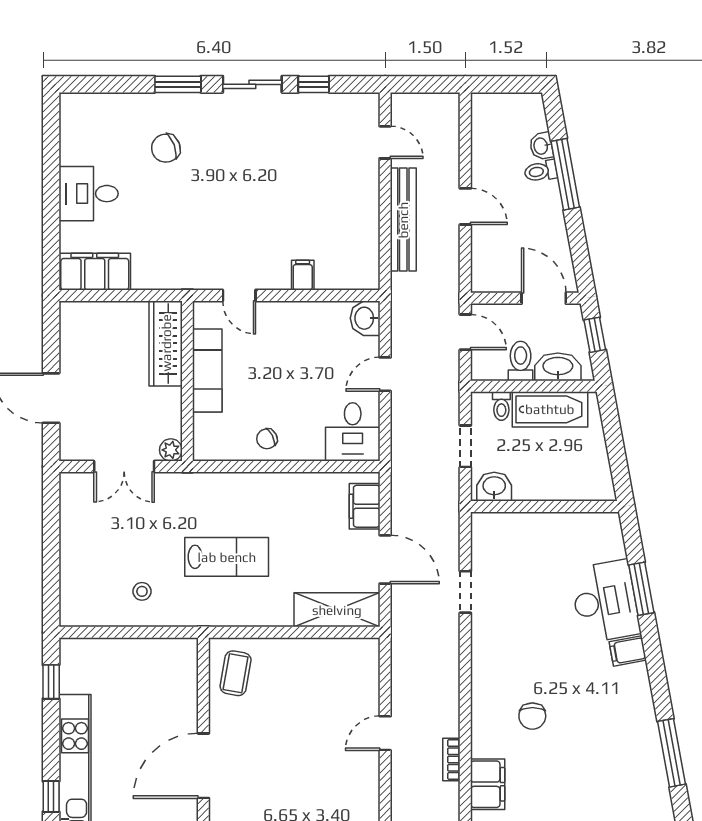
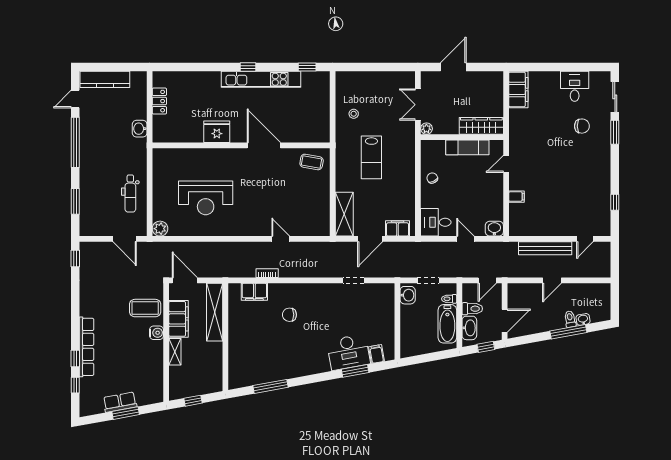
sliding door: (252, 84) -> (615, 97), moved
chair: (166, 148) -> (582, 126), turned 111
desk: (89, 194) -> (575, 86), moved
filing cabinet: (628, 651) -> (377, 354), moved

